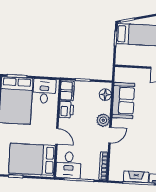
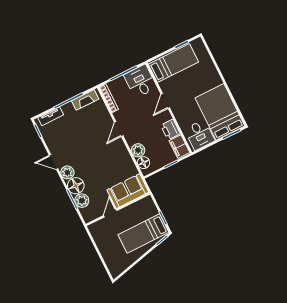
sofa: (123, 100) -> (128, 191), moved, turned 90
plant: (103, 120) -> (138, 150), moved
door: (57, 136) -> (165, 101), hinge flipped
bed: (32, 159) -> (173, 63), width x0.67
fireplace: (136, 177) -> (85, 100), moved

